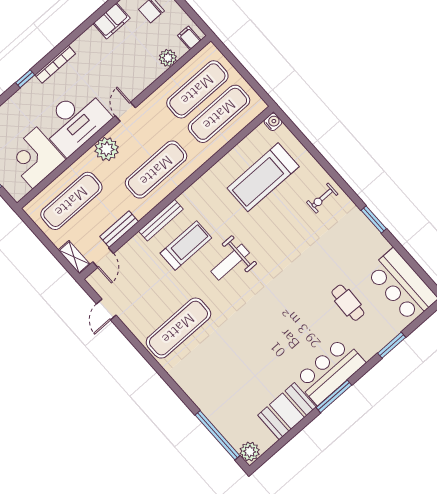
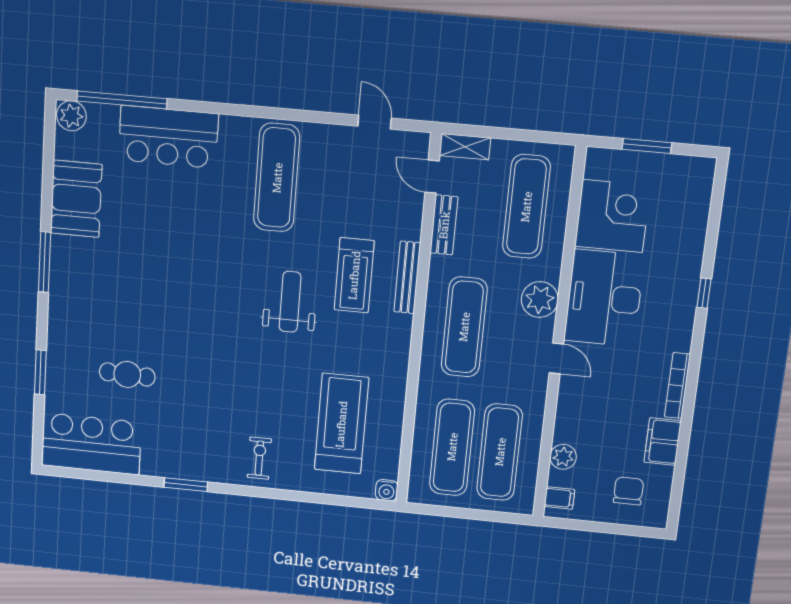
bookcase: (55, 64) -> (677, 386), moved
bar counter: (330, 371) -> (168, 137), moved, turned 90

